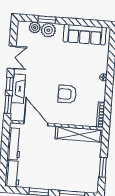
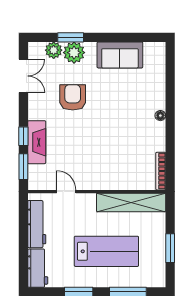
sofa: (85, 35) -> (120, 55), width x0.73
double door: (12, 57) -> (23, 76), moved
armchair: (67, 94) -> (73, 97), moved, turned 90
door: (36, 124) -> (66, 192), width x0.53
lab bench: (60, 166) -> (106, 251), added

